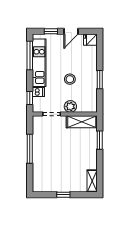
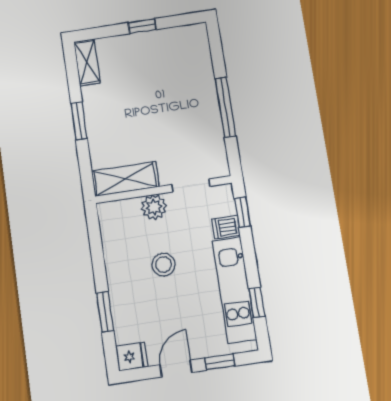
window: (30, 56) -> (257, 302), width x0.46
window: (100, 80) -> (105, 312), moved
window: (100, 140) -> (79, 121), moved

